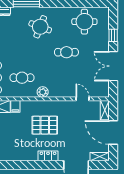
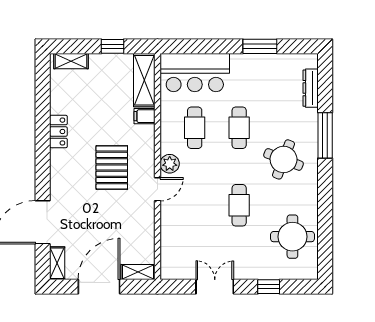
cafe table: (22, 52) -> (239, 128), added
double door: (113, 66) -> (215, 287), width x0.73
door: (83, 99) -> (158, 189), moved
locker: (48, 156) -> (58, 132), moved

